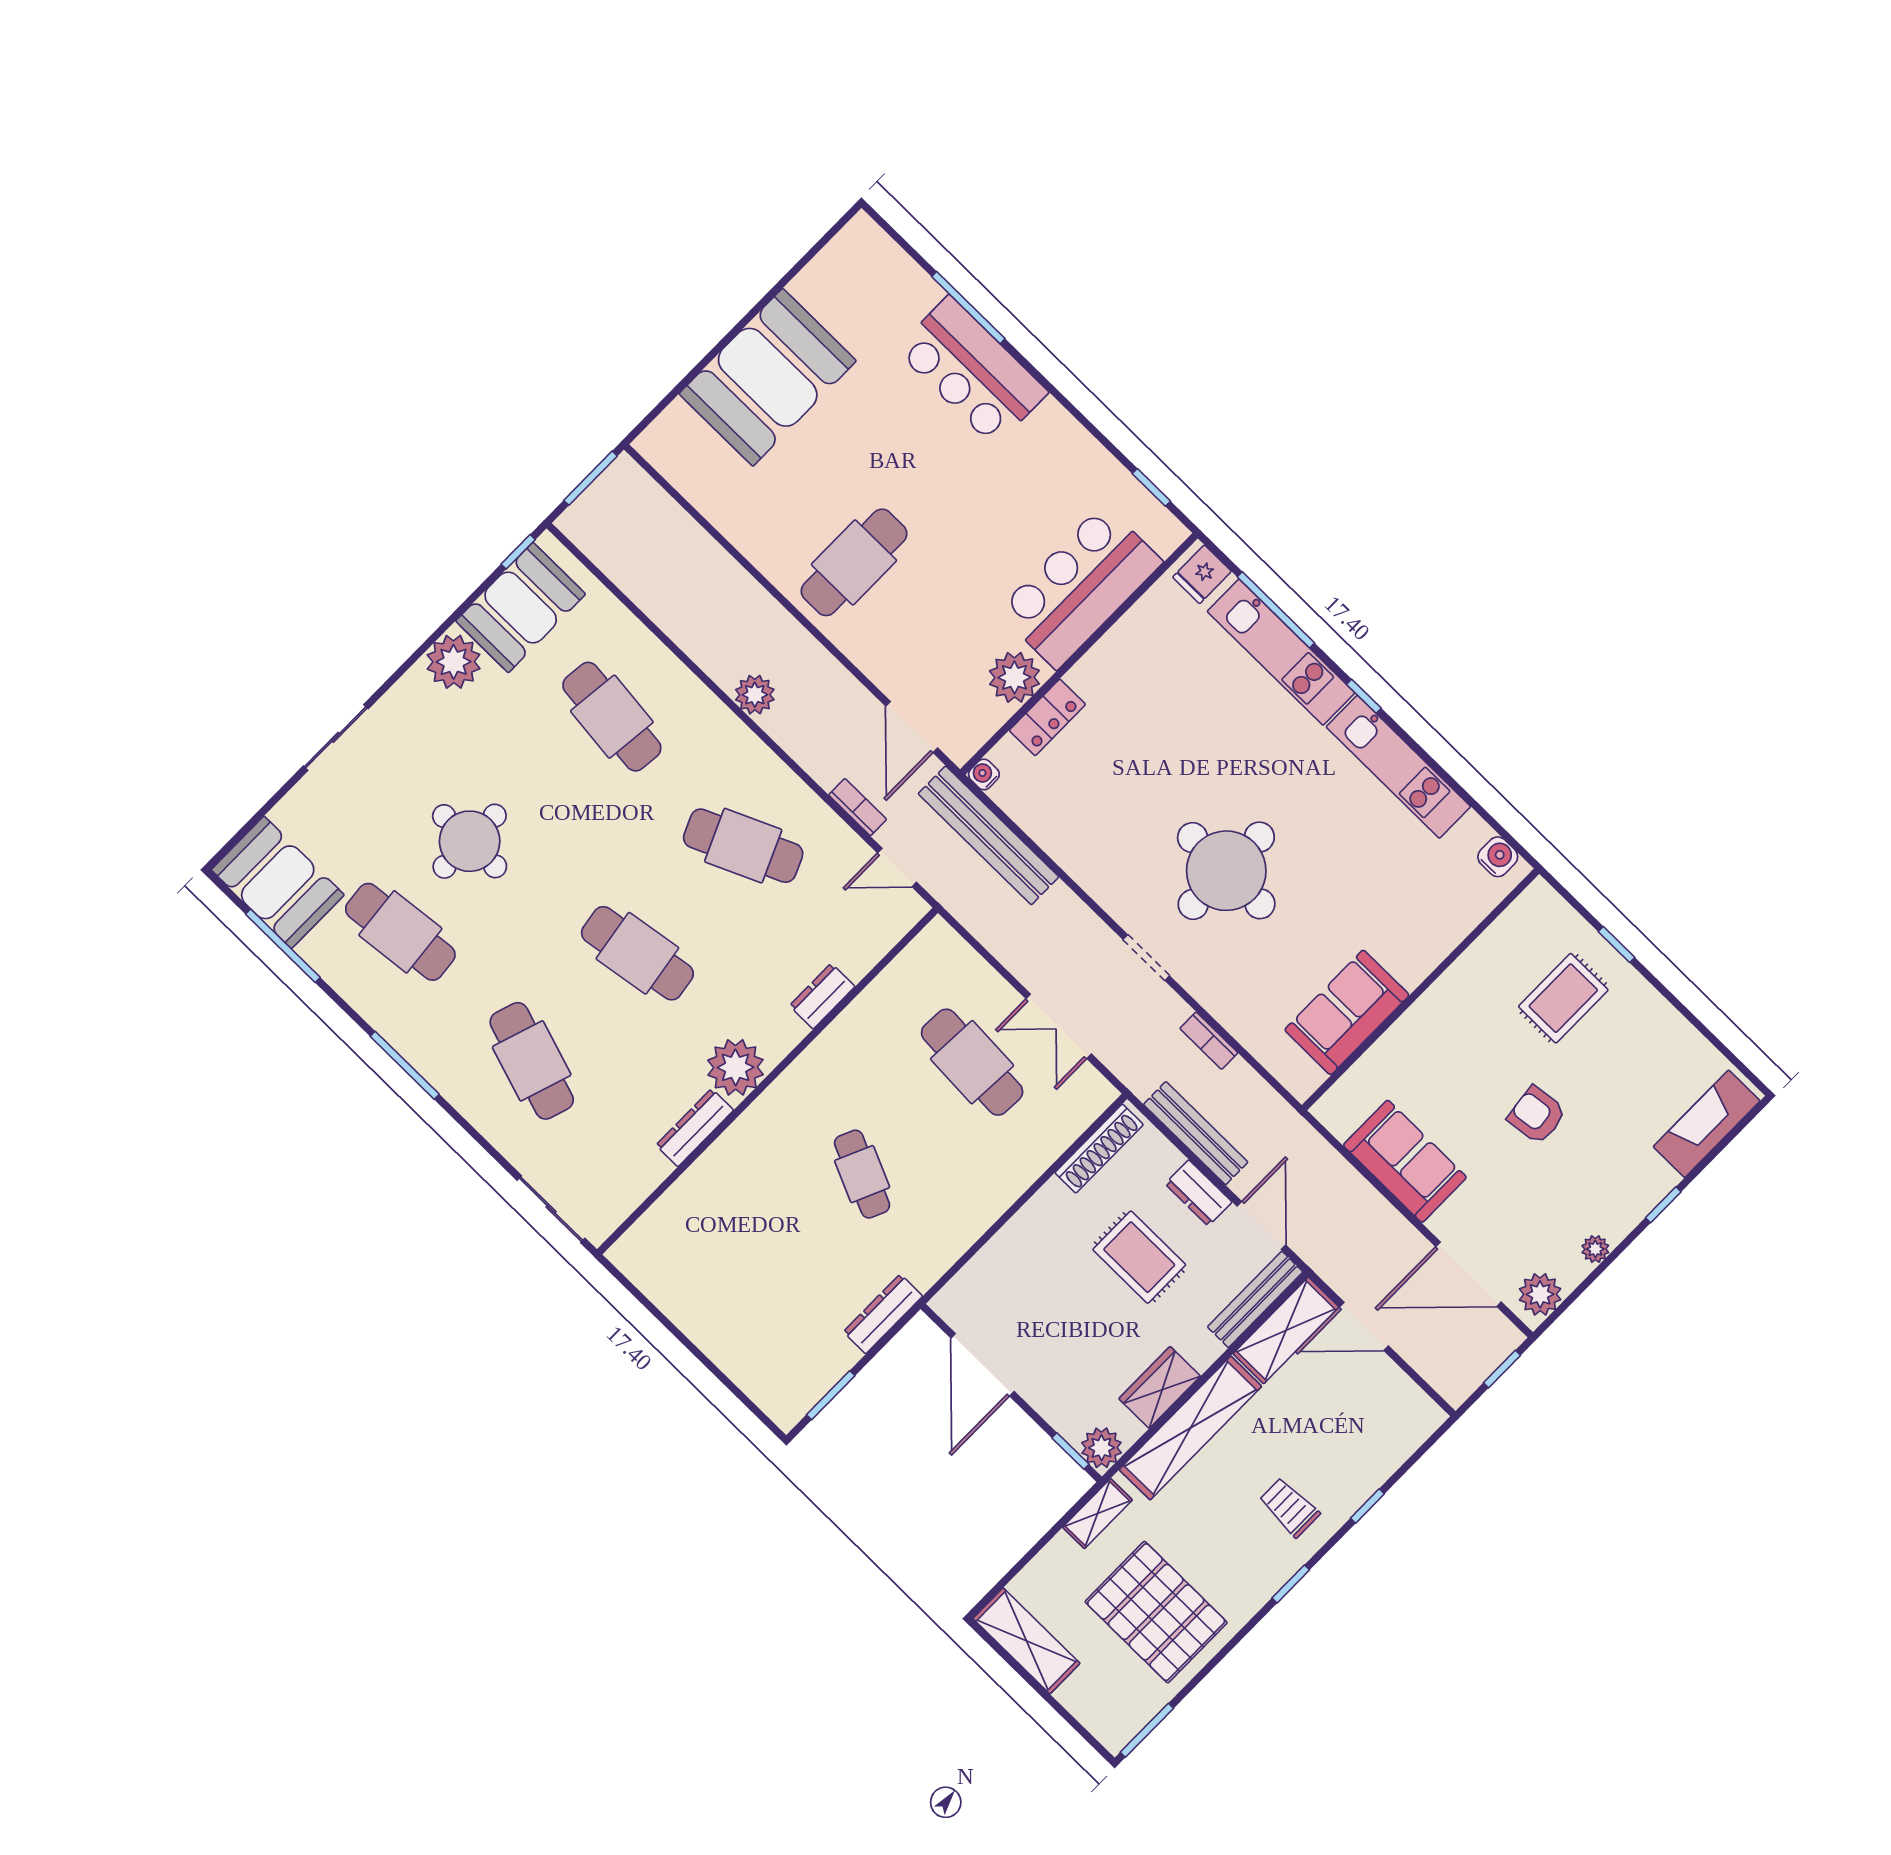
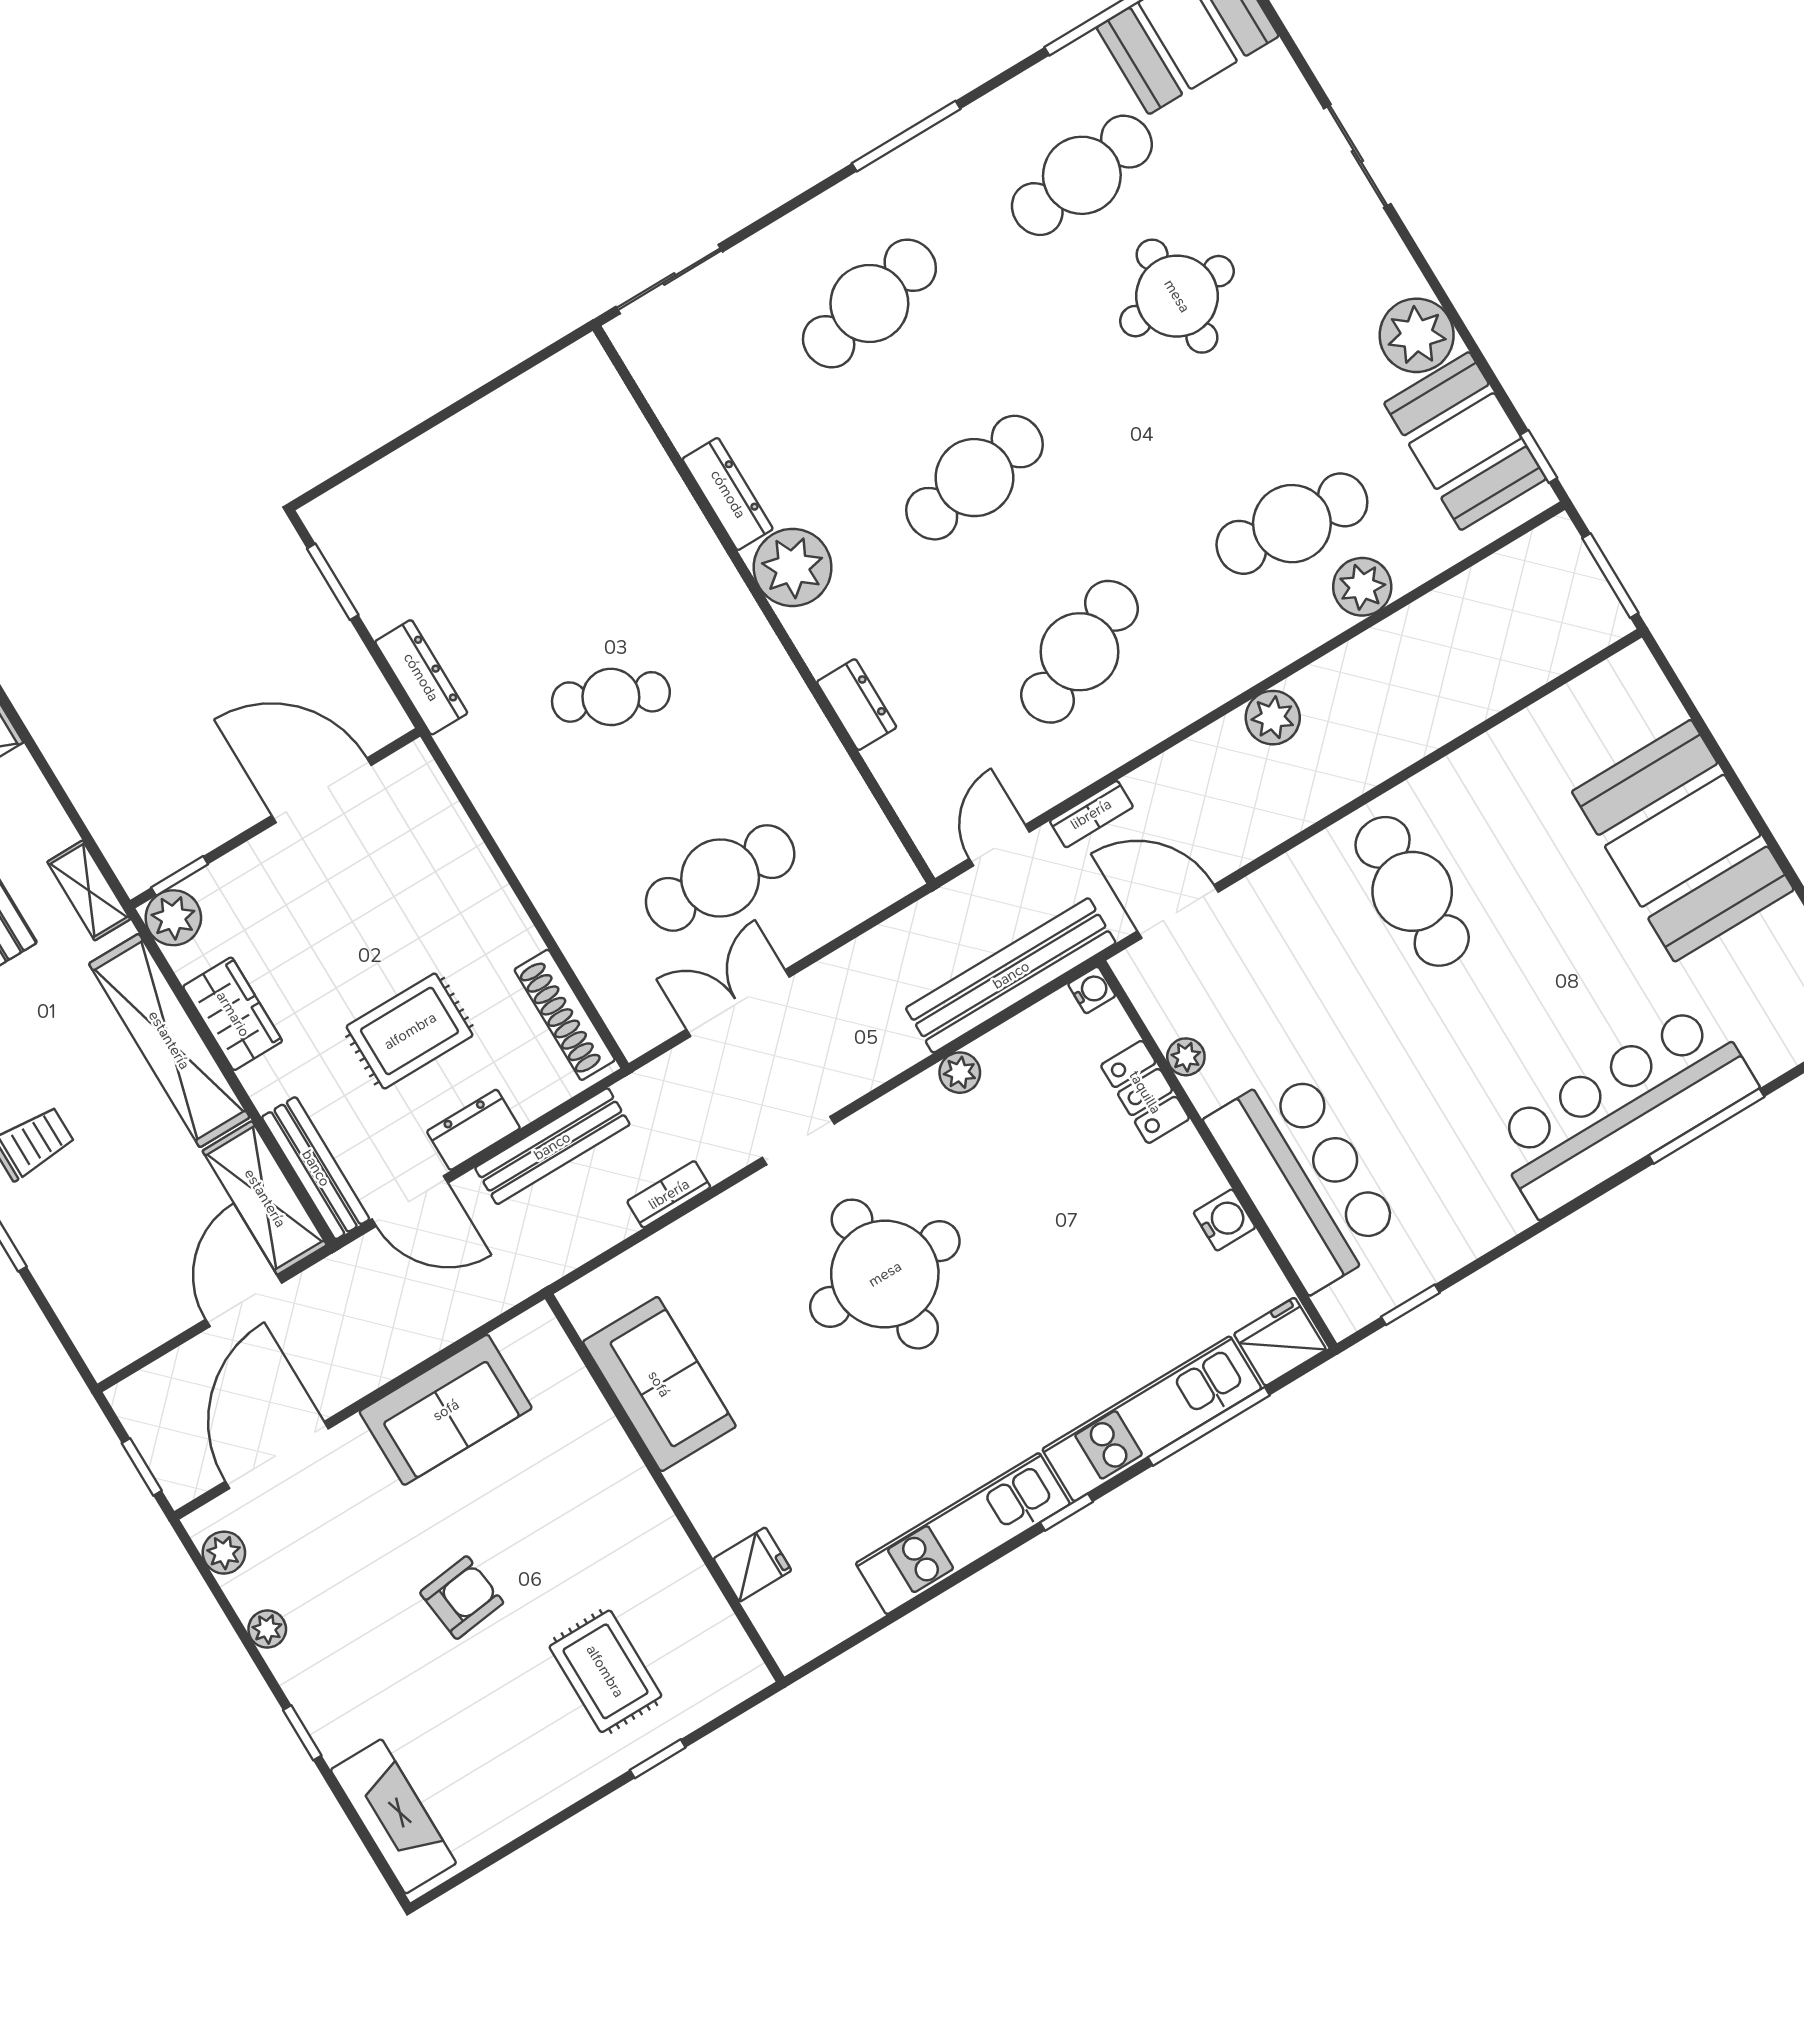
bar counter: (972, 371) -> (1623, 1109), width x1.36
fridge: (1202, 574) -> (1280, 1342), width x1.38
plant: (644, 654) -> (1362, 587), added
plant: (1014, 677) -> (1186, 1057), width x0.53, depth x0.53
plant: (1068, 854) -> (960, 1073), added
water cooler: (1498, 857) -> (1224, 1220), moved, turned -90
fridge: (1459, 912) -> (752, 1564), added
cafe table: (532, 1061) -> (869, 303), turned -30
plant: (1540, 1294) -> (224, 1553), width x0.73, depth x0.73

